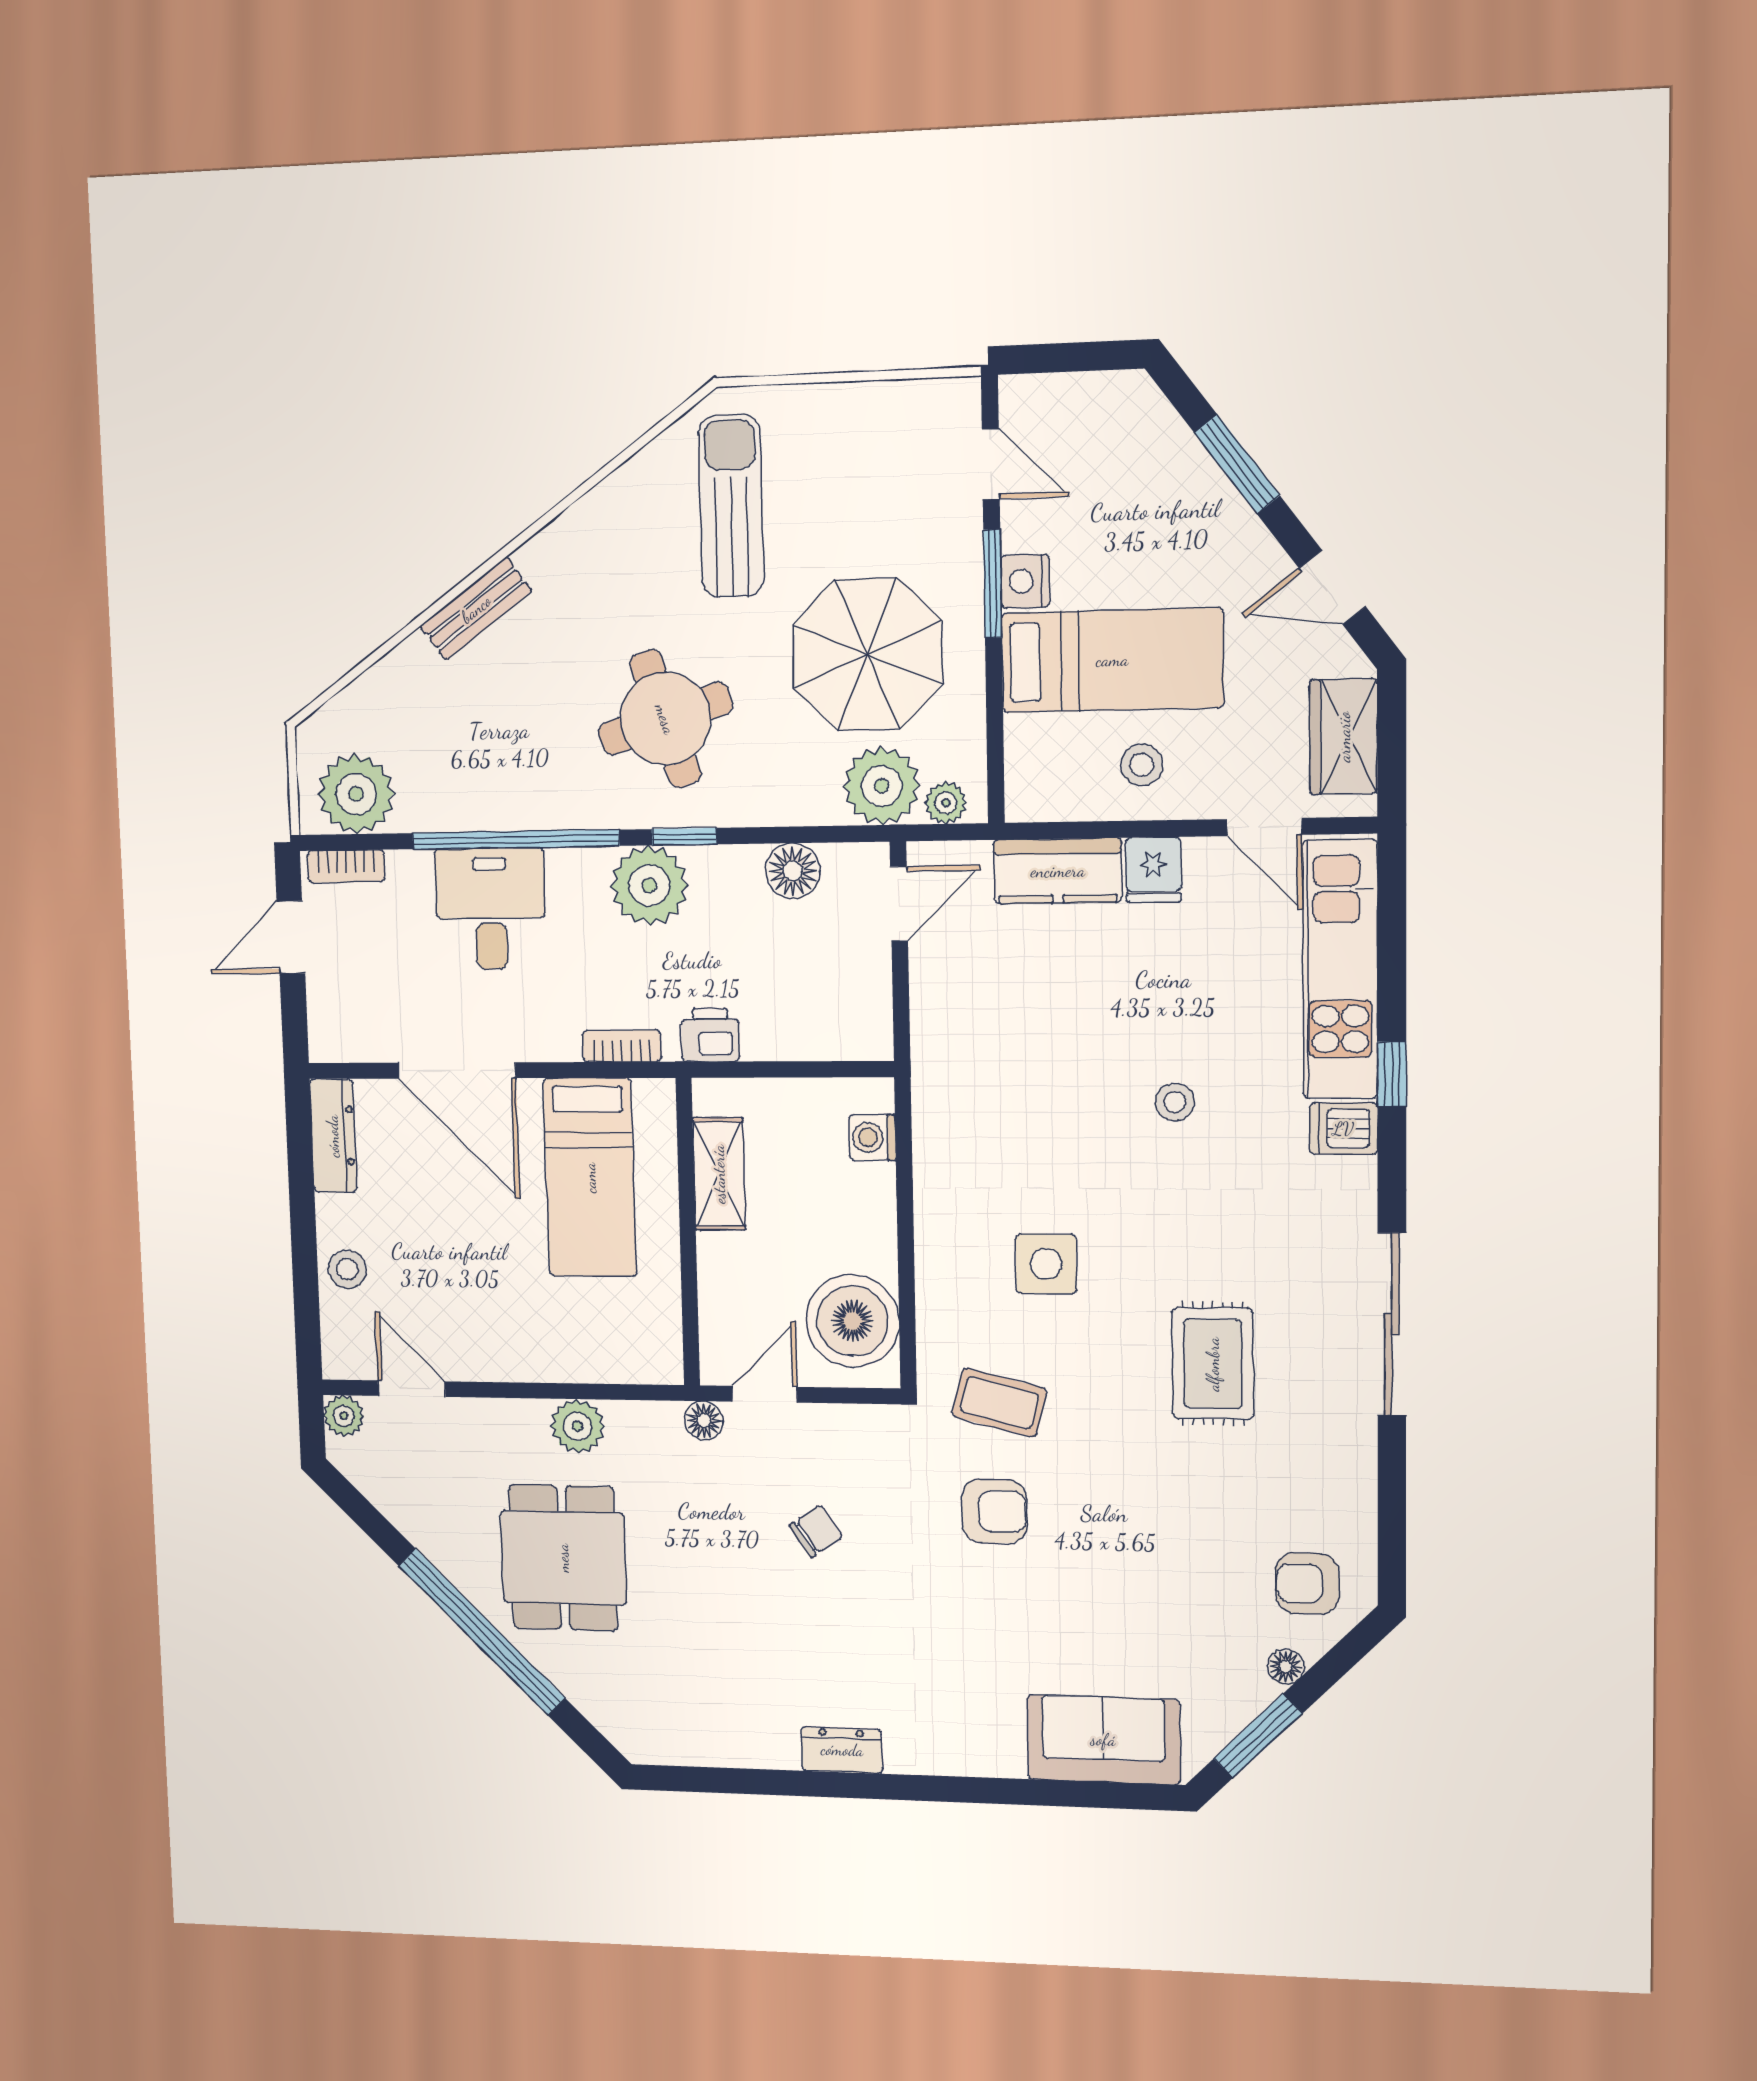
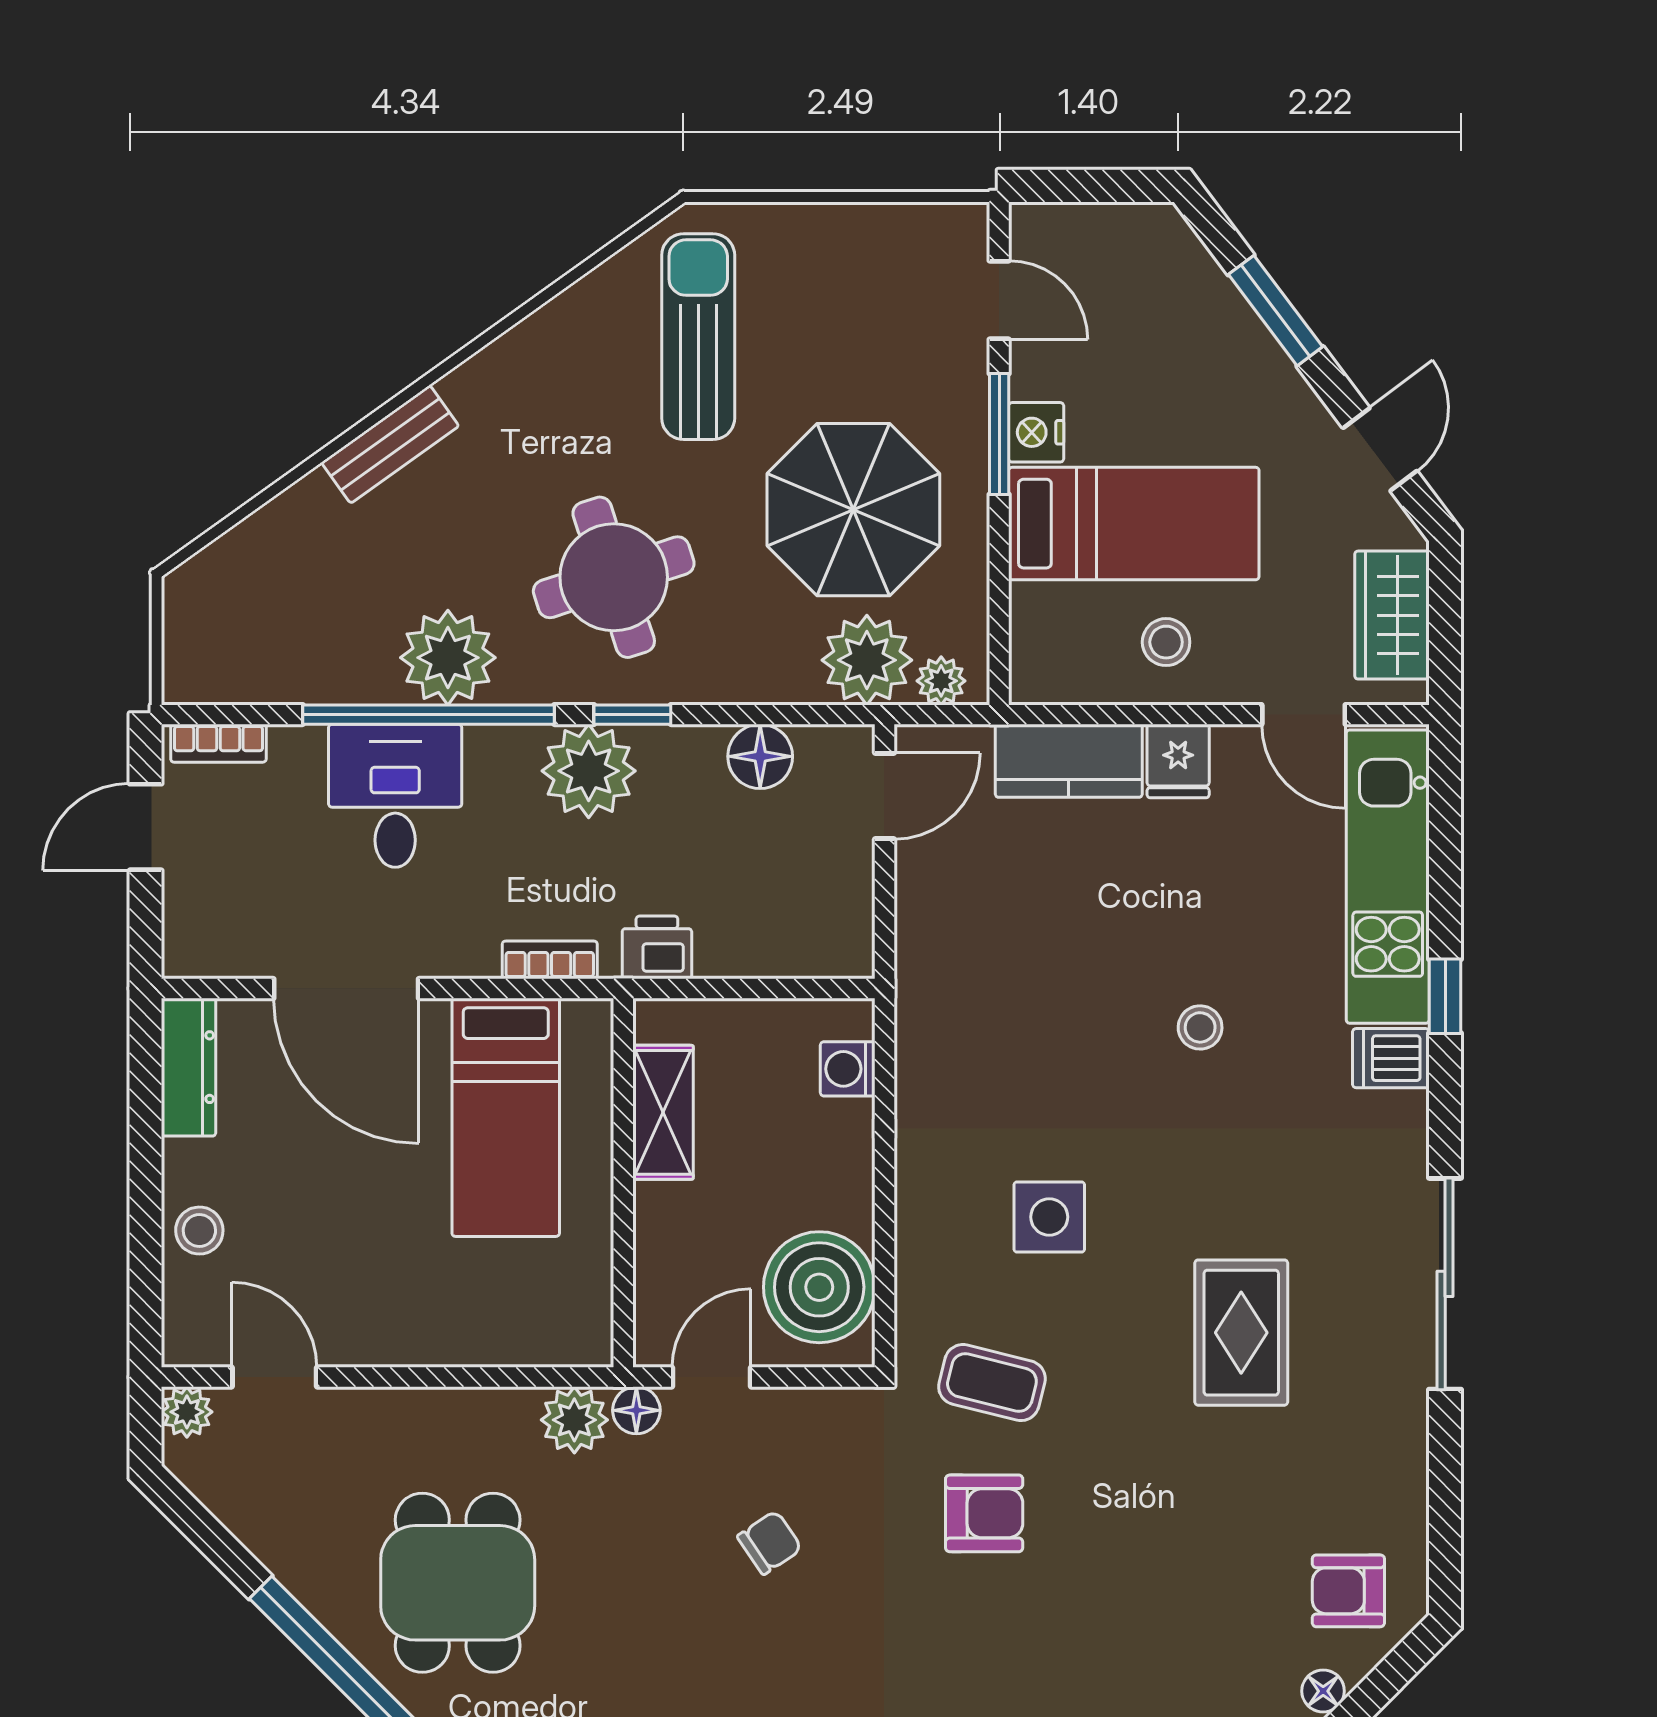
door: (1332, 587) -> (1380, 449), swing flipped
plant: (356, 794) -> (448, 658), moved
plant: (578, 1426) -> (574, 1420), moved

